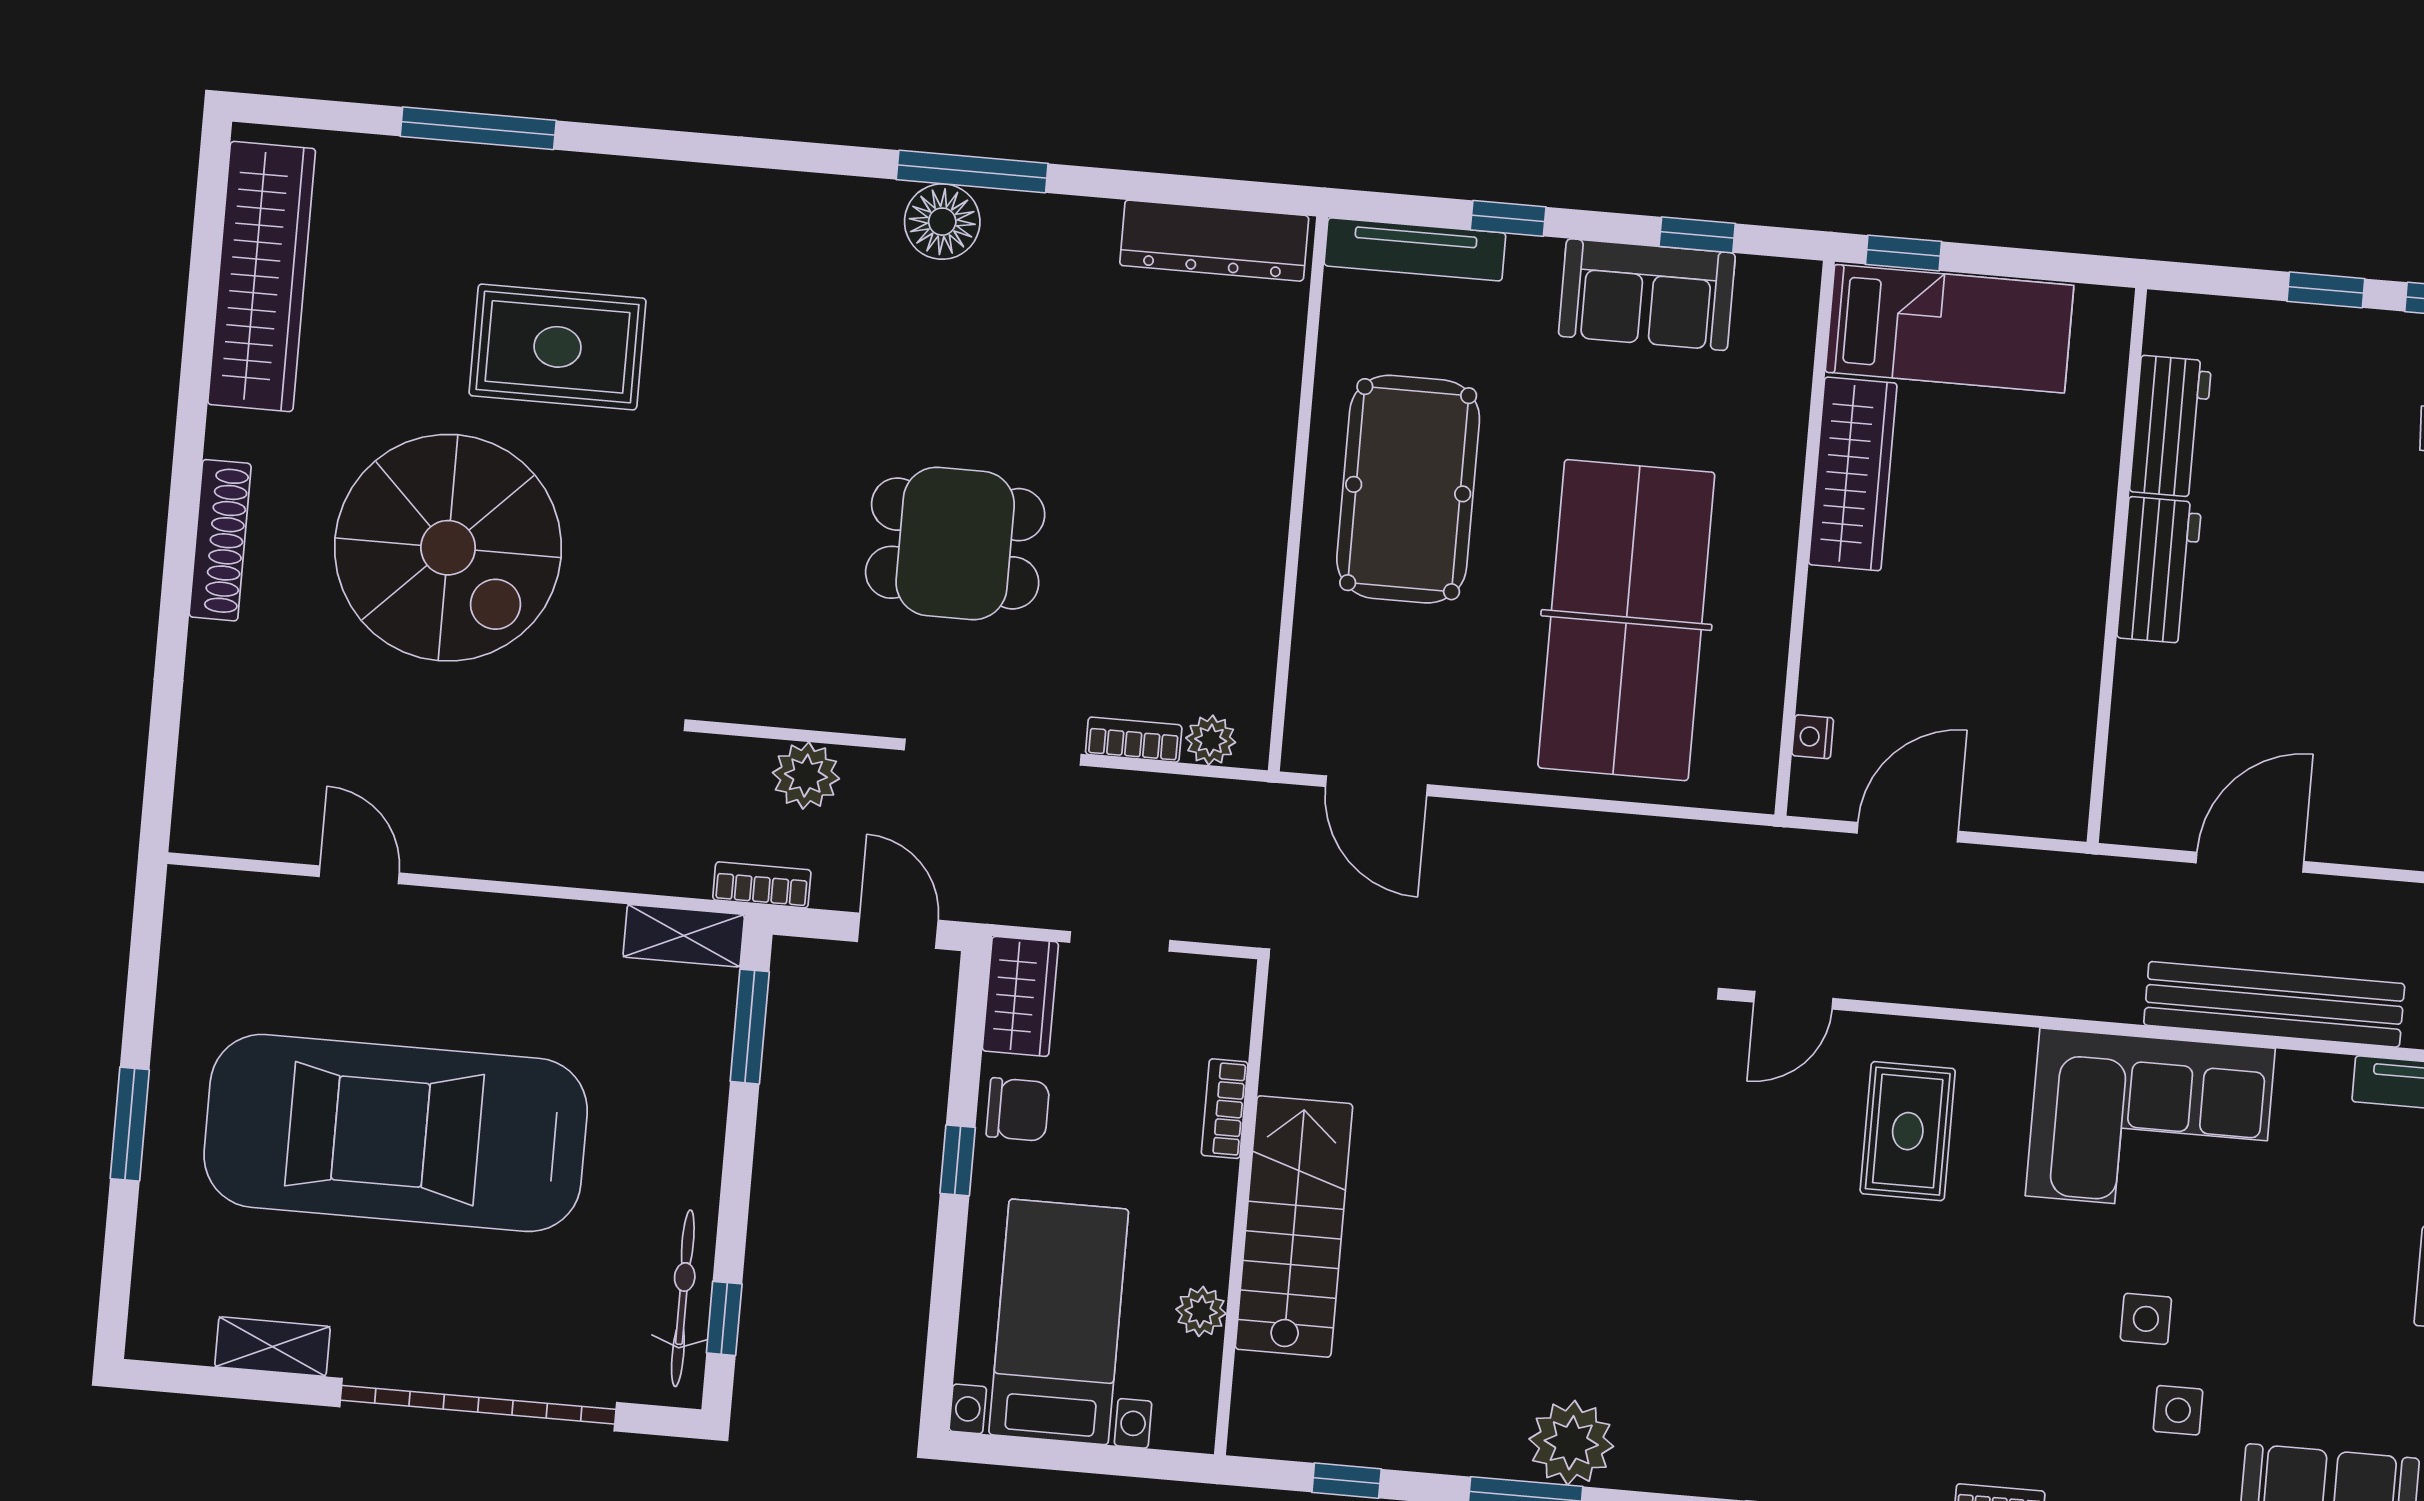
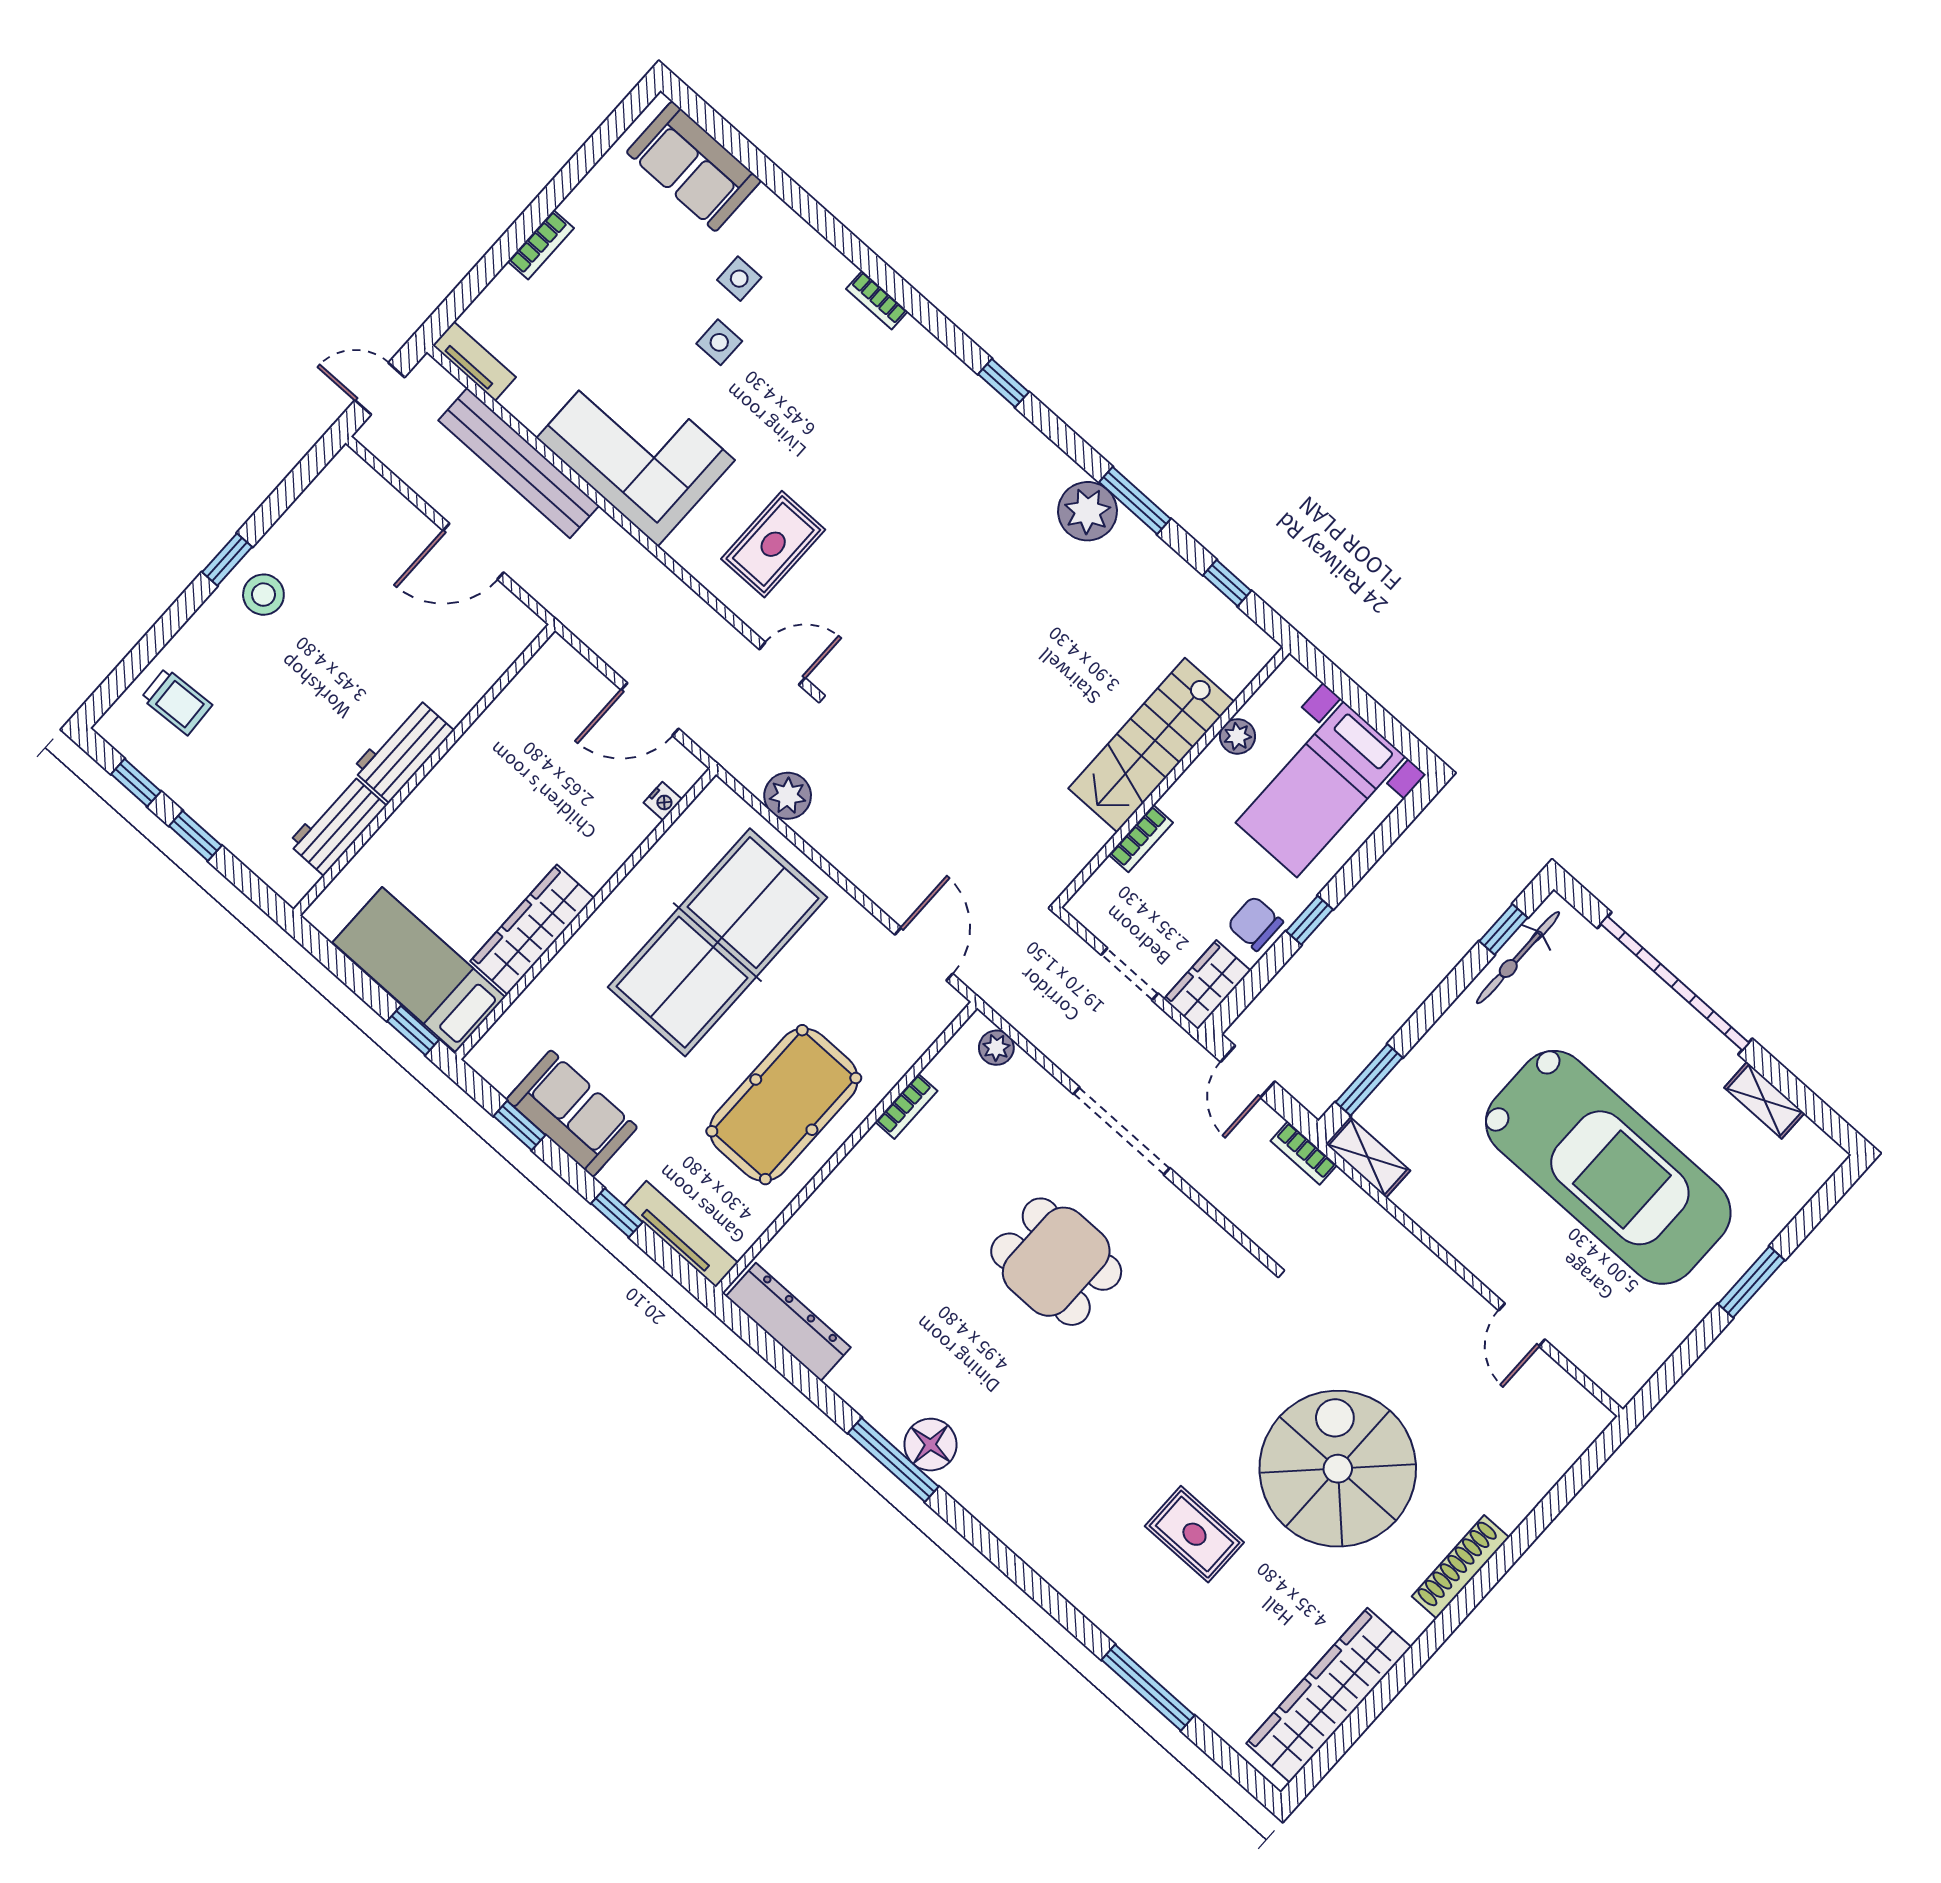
rug: (557, 347) -> (1194, 1534), width x0.73, depth x0.70
bookcase: (1134, 740) -> (906, 1106), moved, turned -90
plant: (806, 776) -> (788, 796), moved

